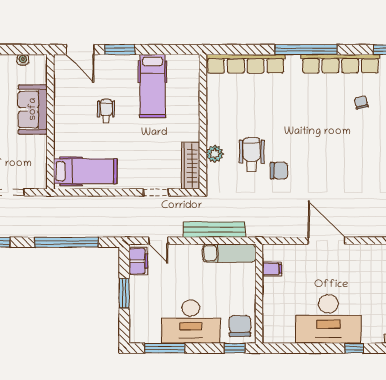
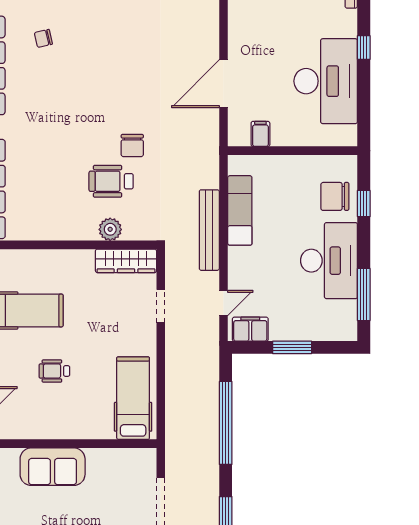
chair: (279, 171) -> (132, 146), turned 180
filing cabinet: (272, 269) -> (260, 134), moved
wall: (259, 294) -> (293, 151), moved

